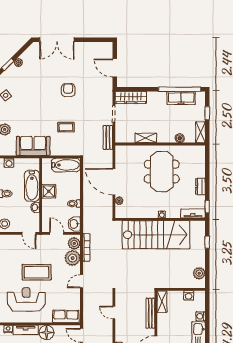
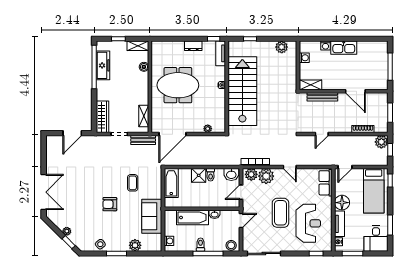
armchair: (68, 90) -> (110, 204), moved
shelving: (146, 138) -> (144, 116), moved
door: (114, 182) -> (172, 134), moved
shower: (49, 191) -> (199, 175), moved
reception desk: (26, 299) -> (308, 223), turned 180

